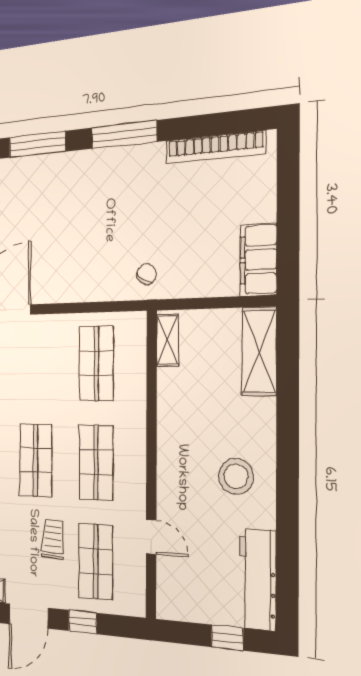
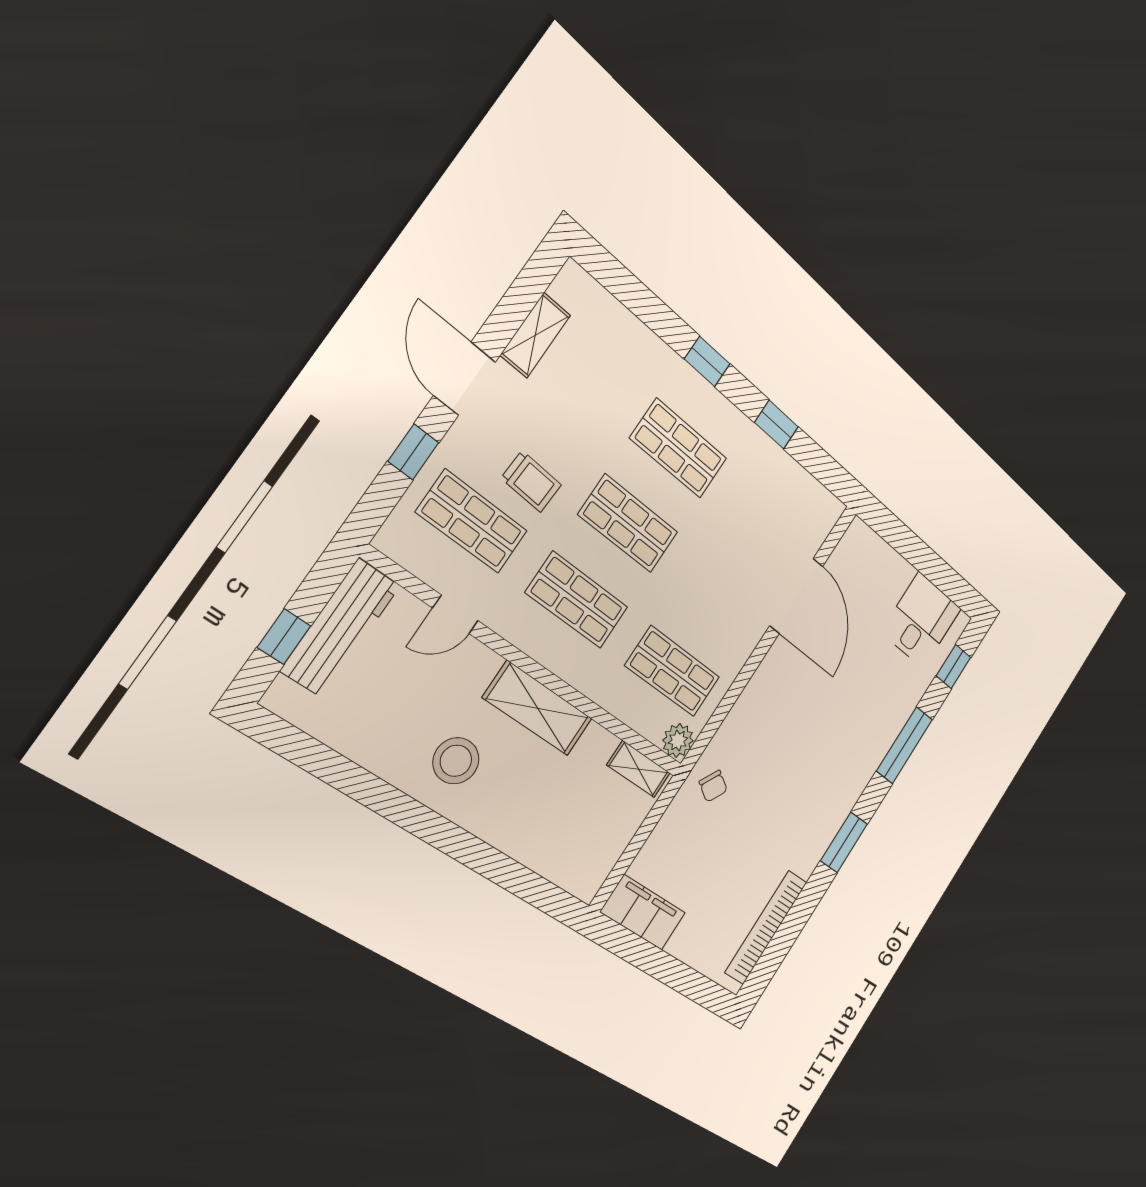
window: (124, 135) -> (844, 842), width x0.69
plant: (134, 325) -> (678, 741), added
shelving: (259, 351) -> (538, 708), moved
workbench: (258, 579) -> (340, 628), moved, turned 90

